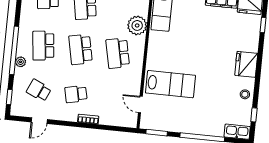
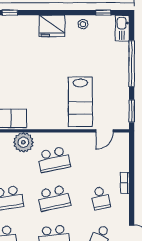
lab bench: (170, 84) -> (80, 102), turned 180

